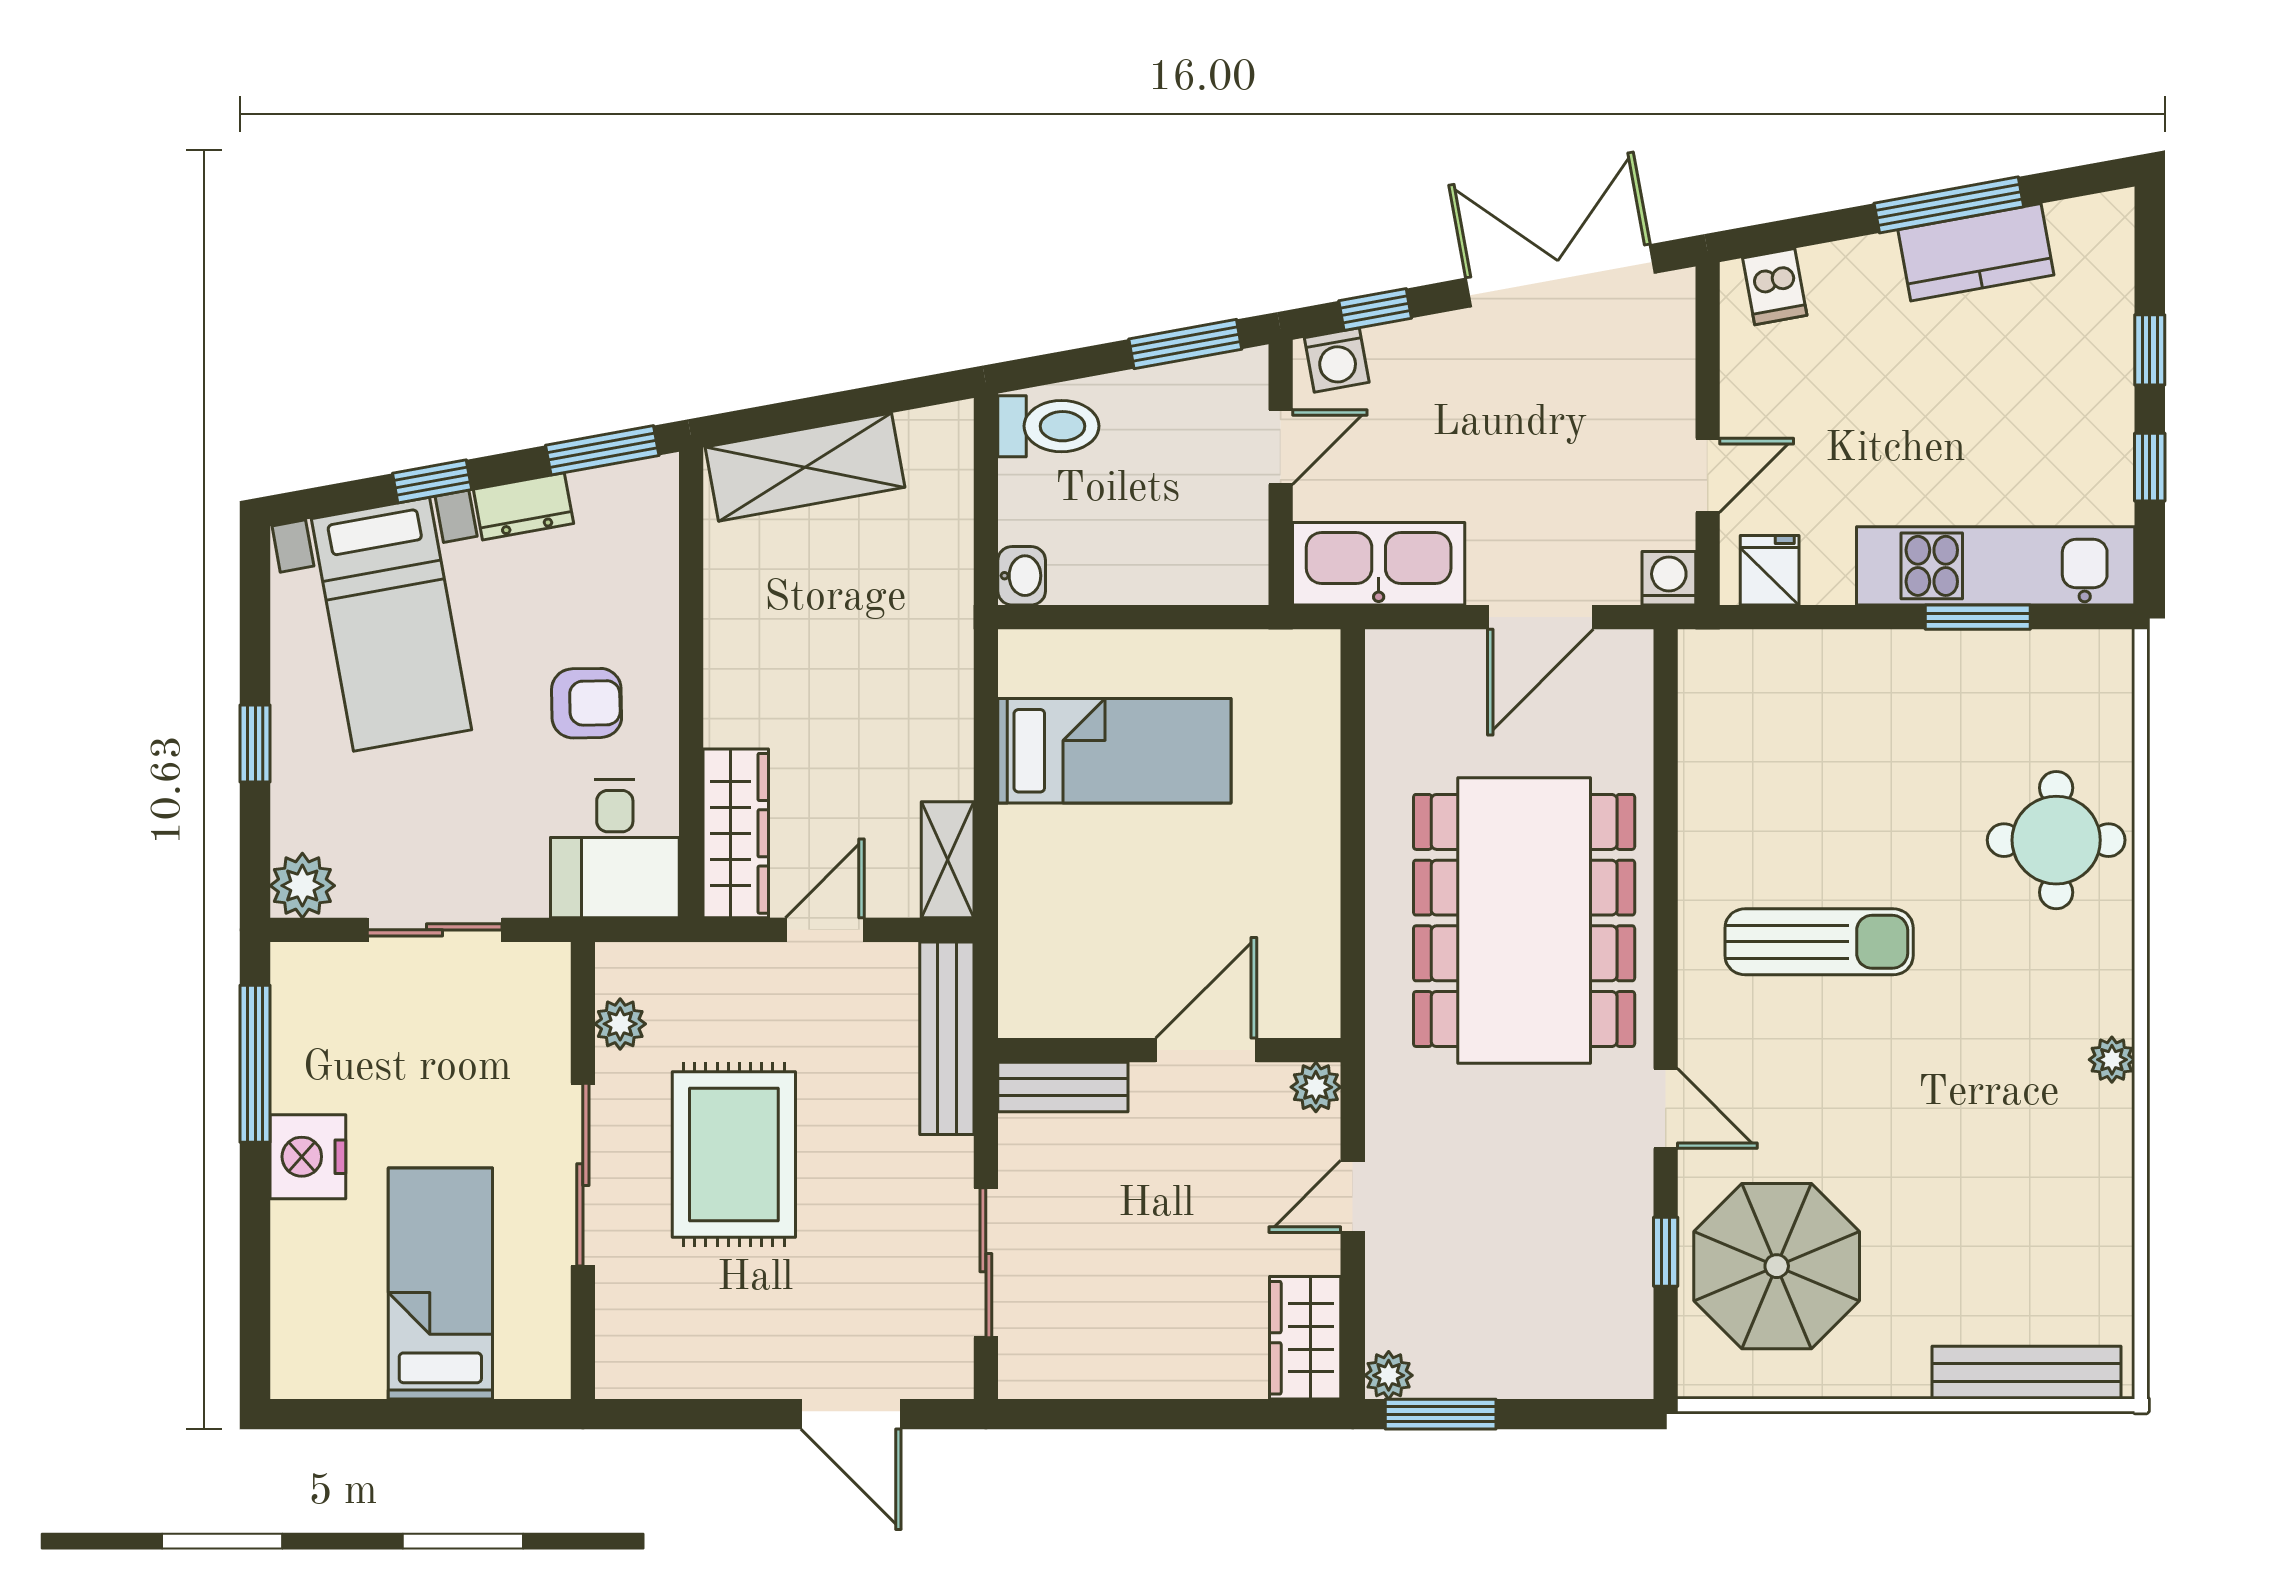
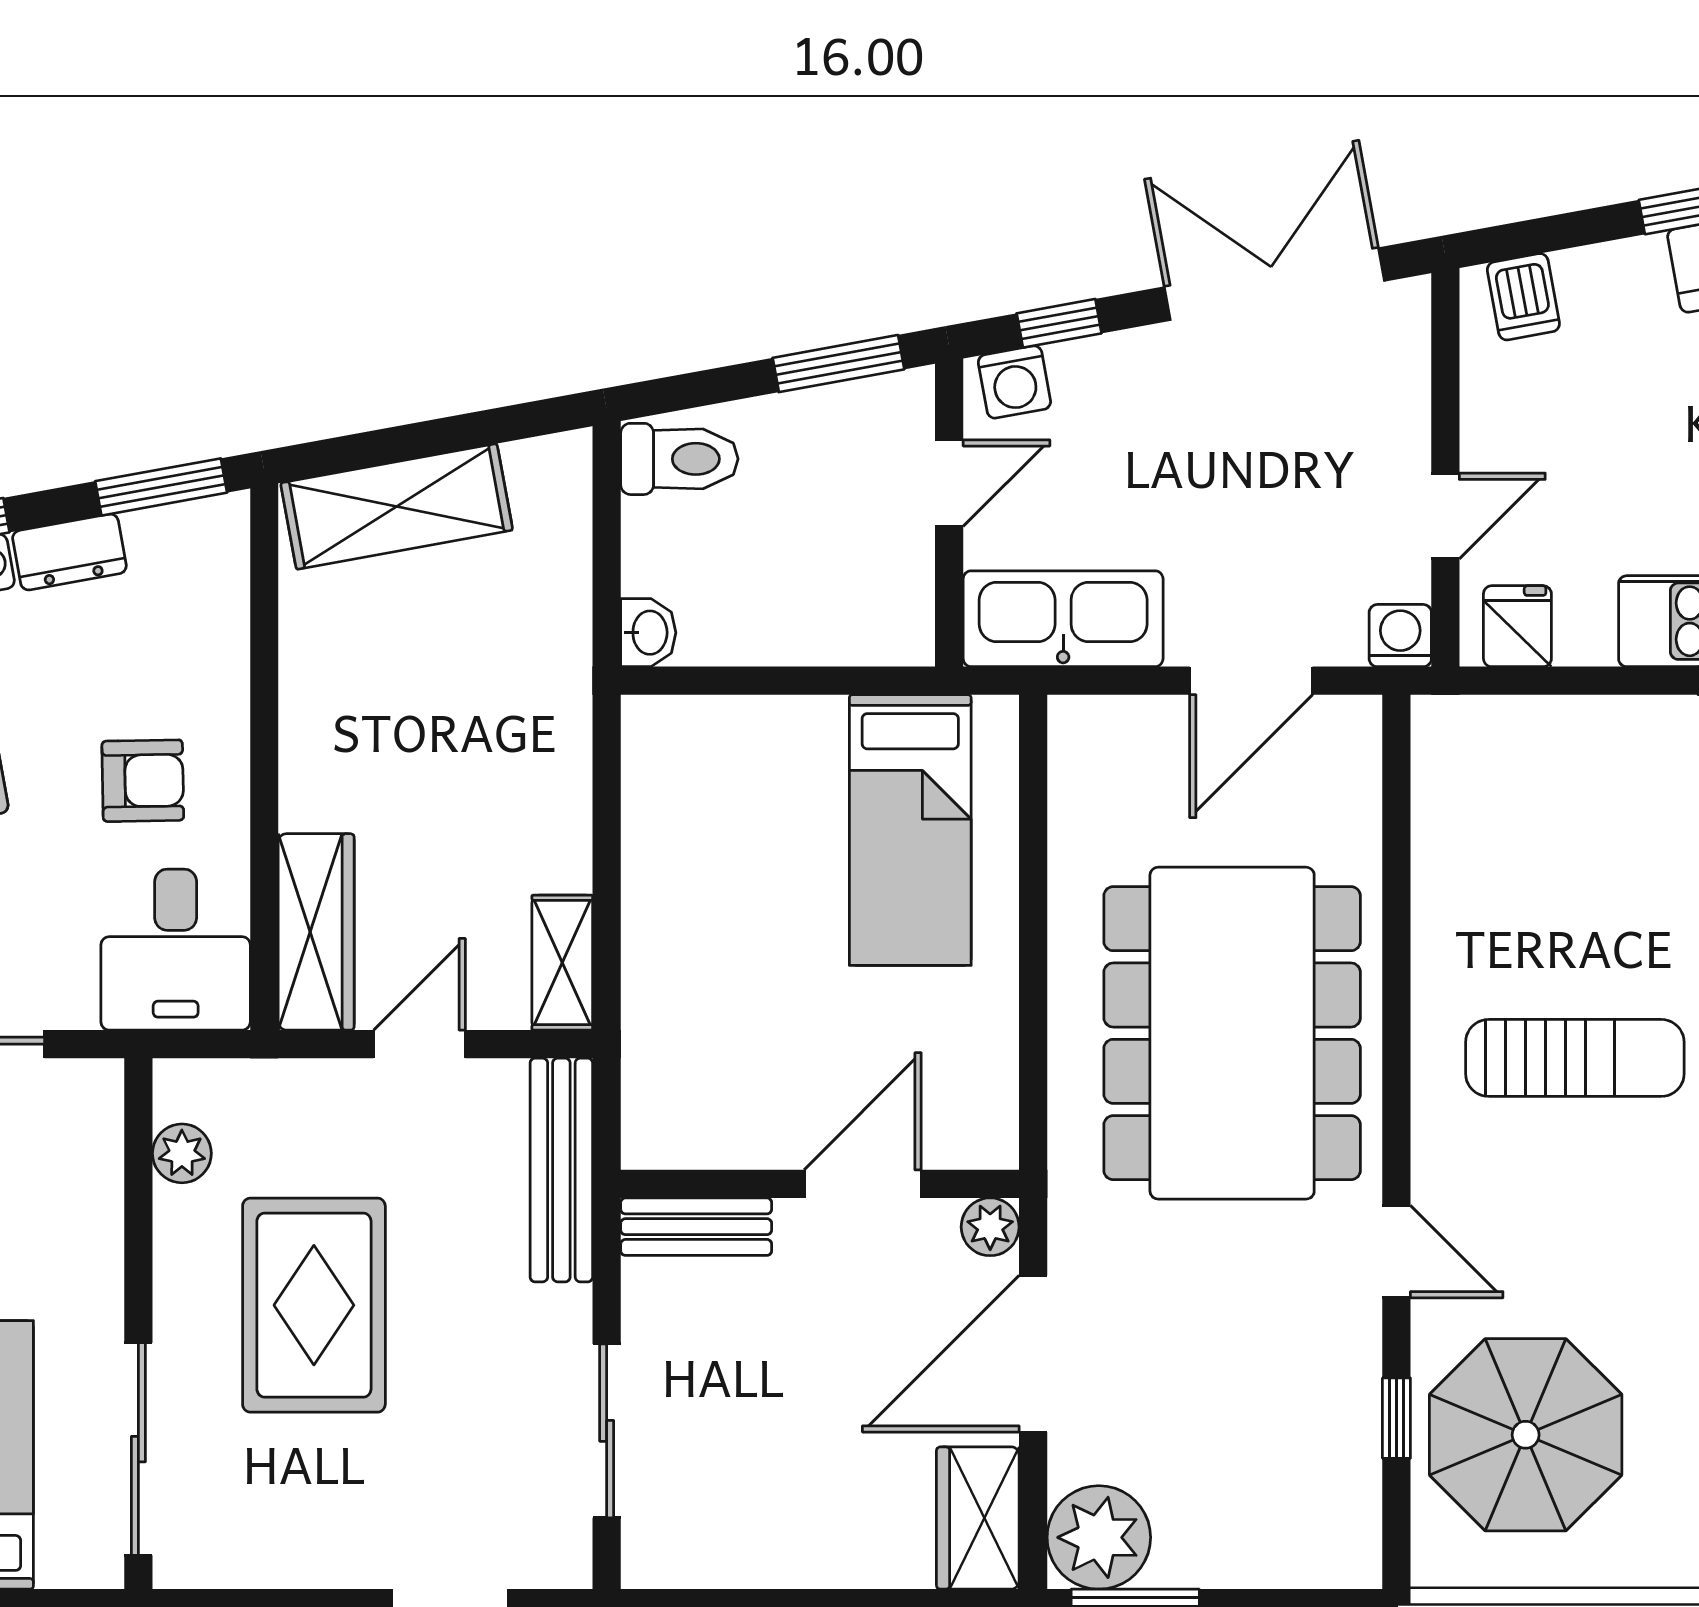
bed: (1114, 751) -> (910, 830), moved, turned 90
sliding door: (583, 1175) -> (138, 1449), moved
door: (1353, 1196) -> (1033, 1354), width x1.88
plant: (1389, 1375) -> (1099, 1537), width x1.87, depth x1.87

